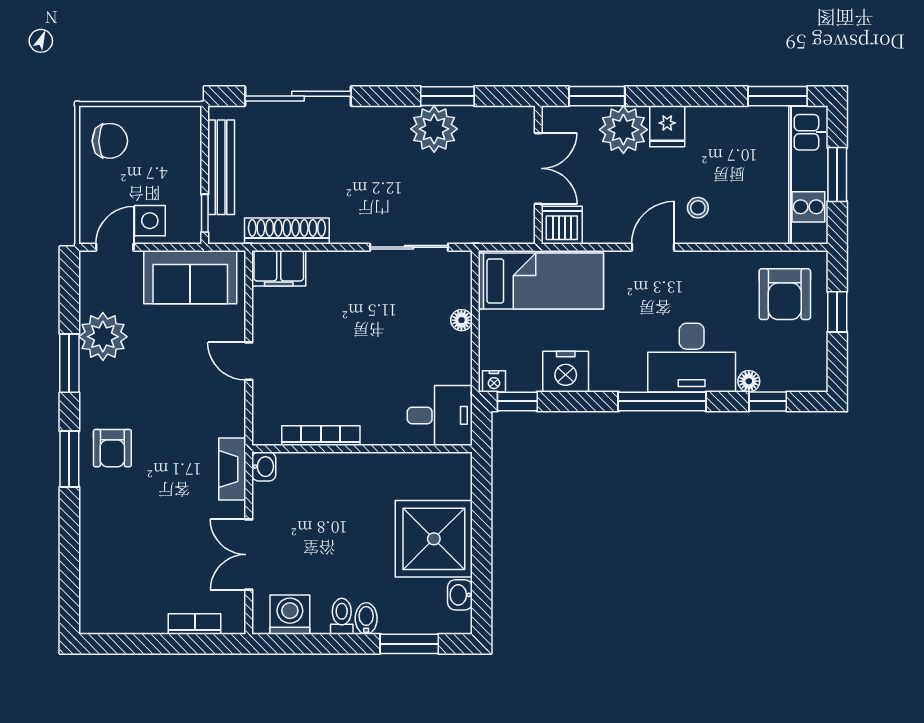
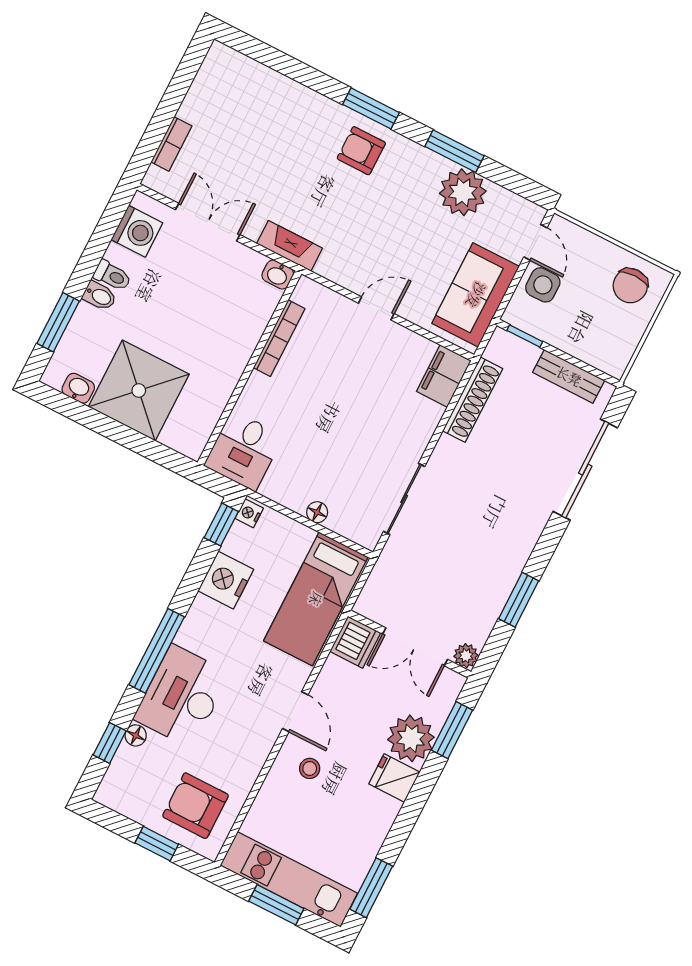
plant: (434, 129) -> (466, 656), moved, width x0.53, depth x0.53
bench: (221, 167) -> (569, 376), width x0.73

